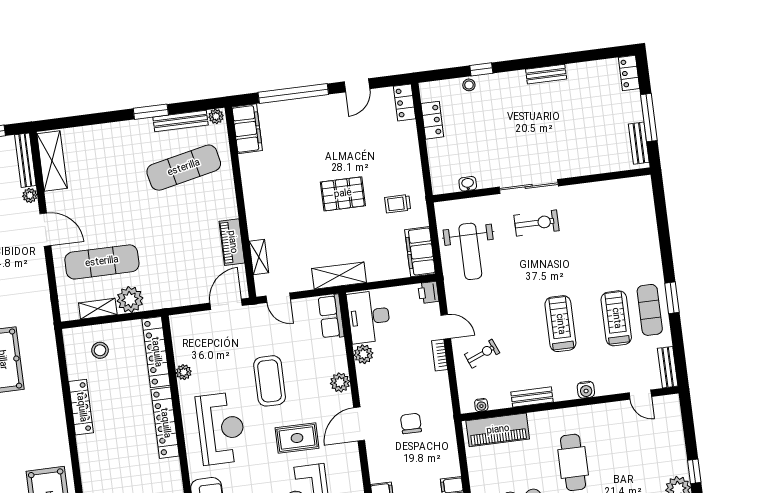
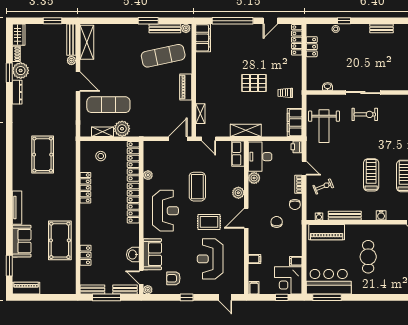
locker: (404, 102) -> (297, 40), width x1.53
piano: (232, 242) -> (186, 87), moved
chair: (438, 390) -> (295, 204), added
bench: (532, 397) -> (345, 216), width x1.36

